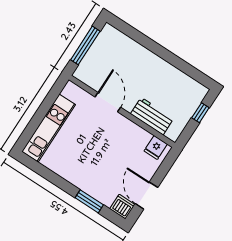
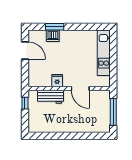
window: (200, 113) -> (25, 103), moved
fridge: (156, 147) -> (57, 81), moved
dishwasher: (122, 207) -> (53, 36), moved

